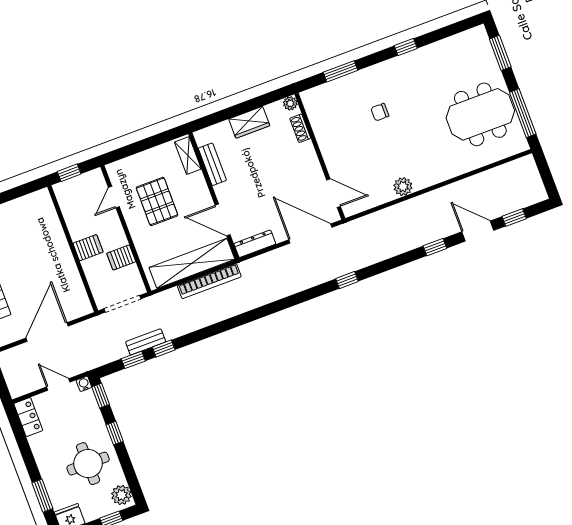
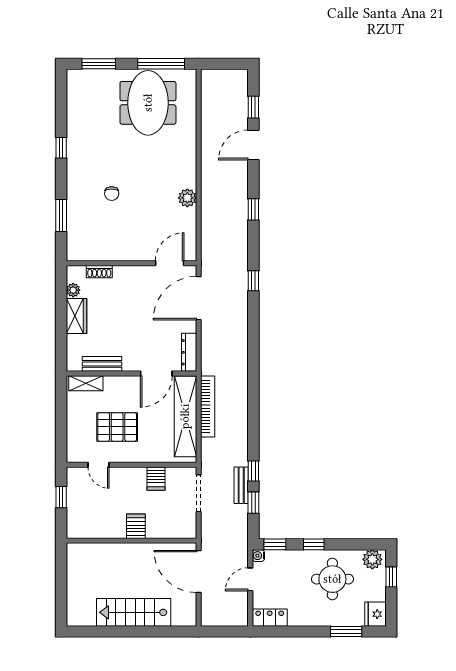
plant: (290, 103) -> (73, 290), moved
window: (435, 247) -> (253, 209), moved
server rack: (88, 248) -> (136, 526), moved
wall: (73, 249) -> (131, 541), moved

